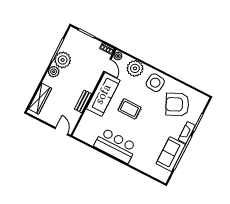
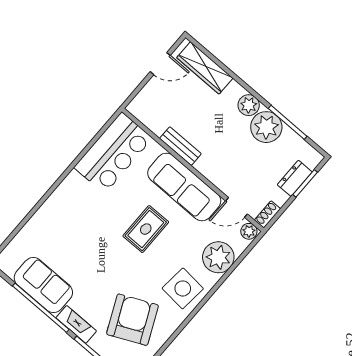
dresser: (85, 39) -> (295, 178), added
door: (61, 131) -> (160, 64), moved
bar counter: (115, 146) -> (113, 153), moved

